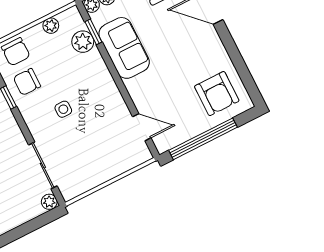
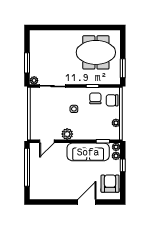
plant: (83, 42) -> (67, 134), moved
sofa: (124, 48) -> (88, 152), width x1.36
armchair: (217, 94) -> (45, 184), removed
window: (25, 229) -> (27, 63), added

